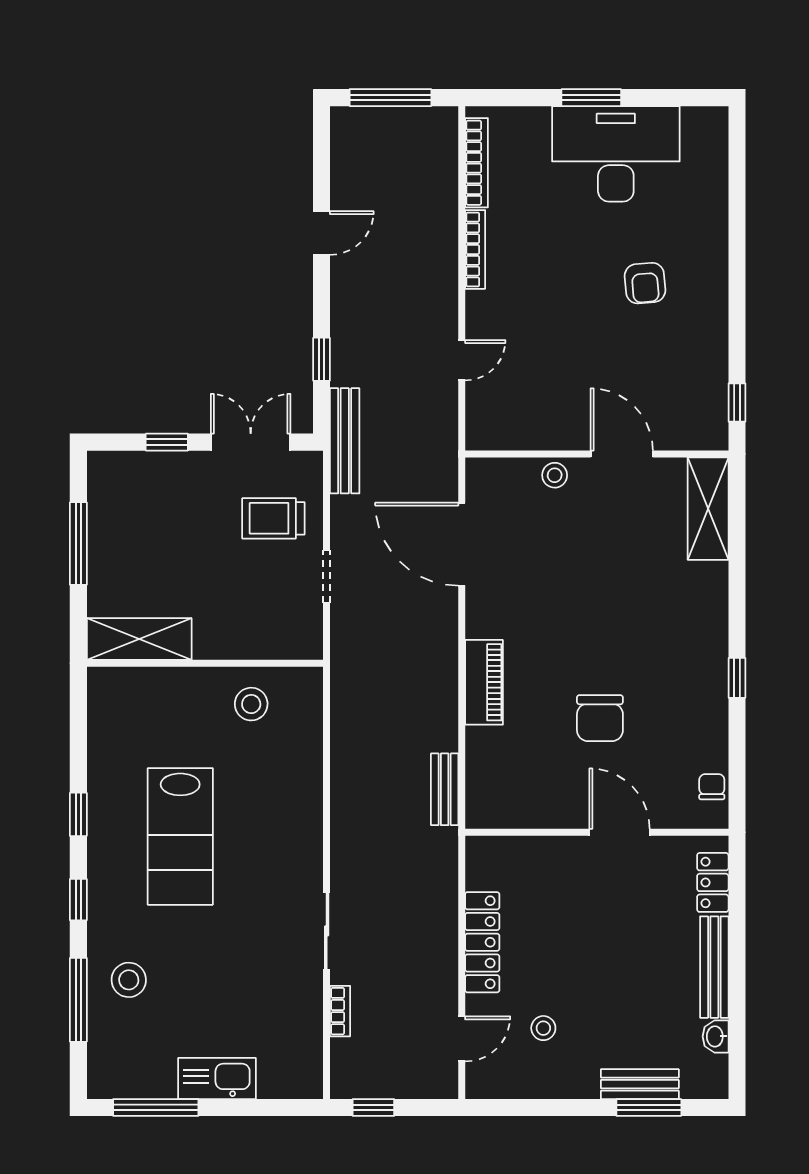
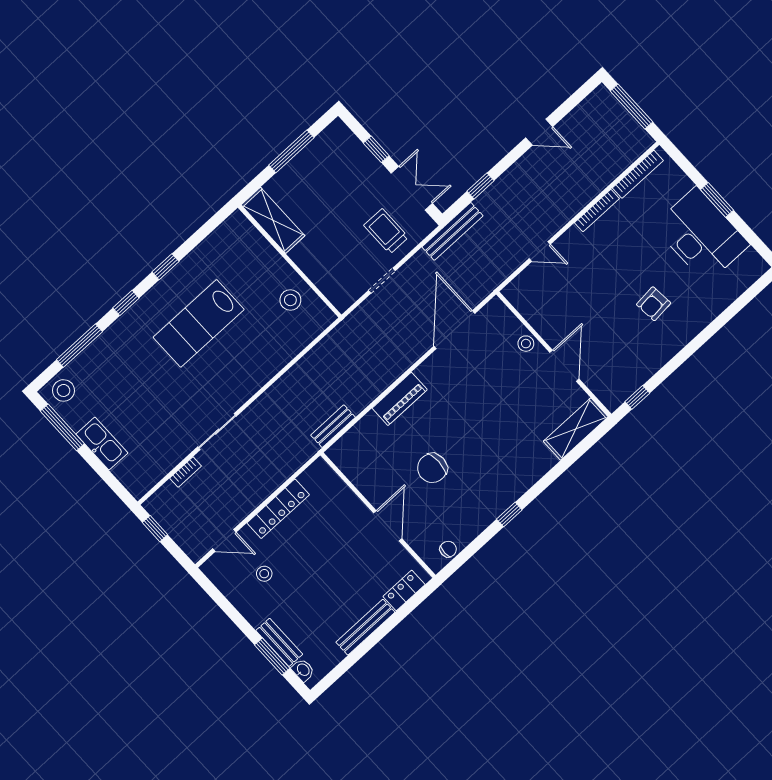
stool: (129, 980) -> (64, 390), moved
washbasin: (716, 1036) -> (303, 670), moved, turned 90

